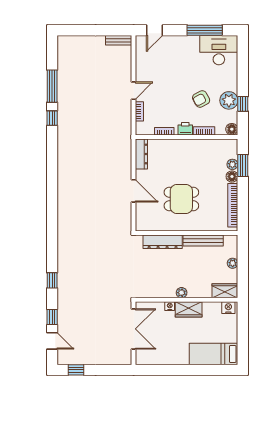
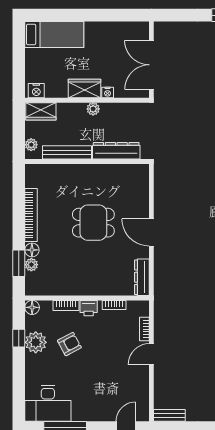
wall: (187, 233) -> (87, 162), moved
bench: (203, 240) -> (67, 152), moved
dresser: (163, 242) -> (116, 151), moved

